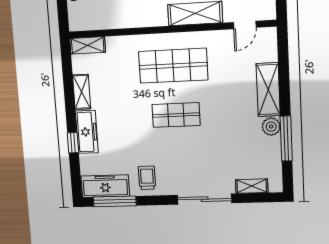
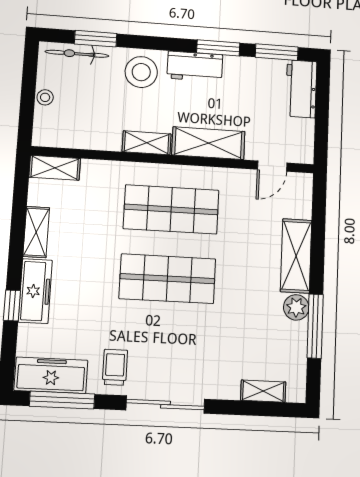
shelving: (150, 19) -> (147, 143), added
shop shelf: (176, 115) -> (167, 279), width x1.43, depth x1.36
sliding door: (205, 199) -> (165, 405), moved

